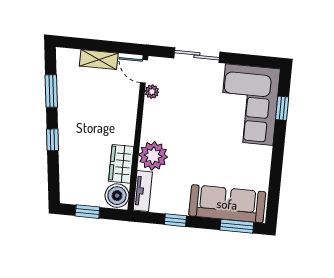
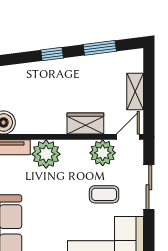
plant: (152, 92) -> (103, 153), width x1.88, depth x1.88
coffee table: (200, 101) -> (104, 194), added
wardrobe: (121, 164) -> (85, 124), moved

